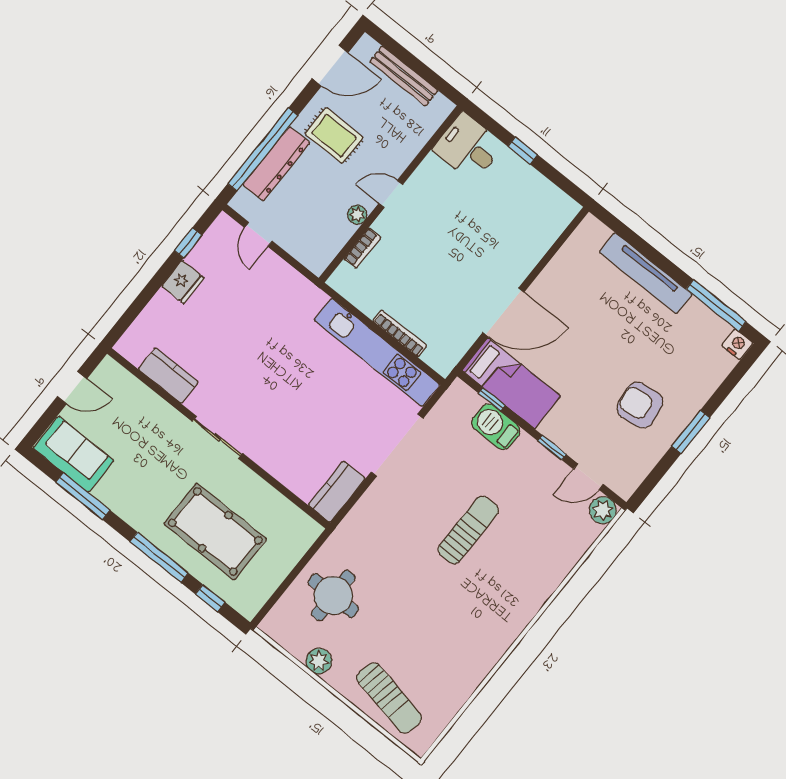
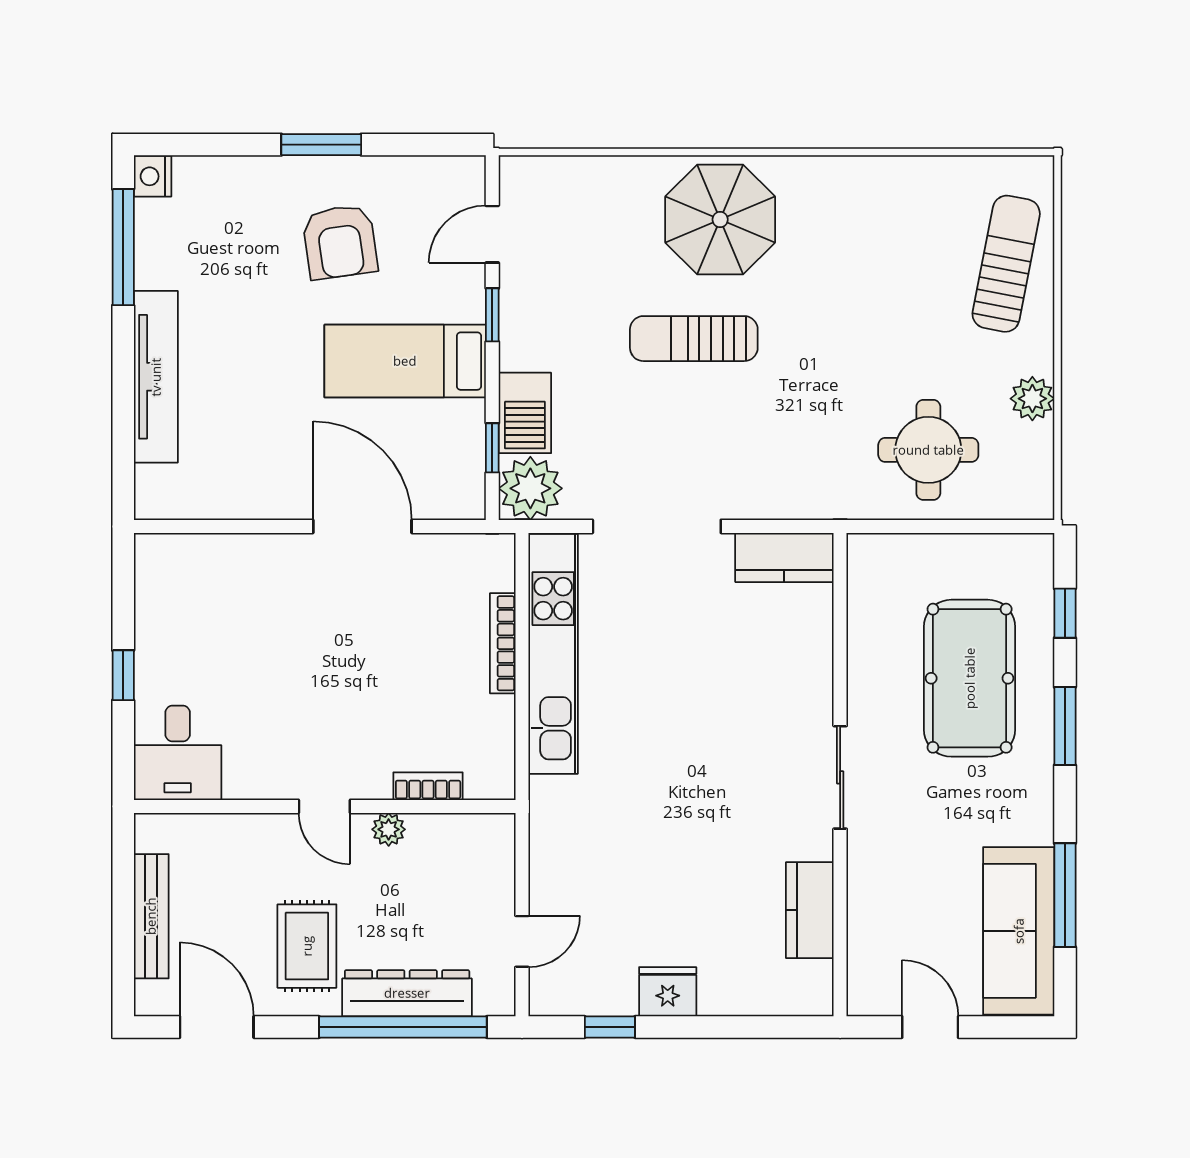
bed: (511, 383) -> (405, 361), moved, turned -90
sofa: (73, 454) -> (1019, 931), width x1.36
door: (588, 477) -> (492, 234), swing flipped
plant: (603, 510) -> (530, 488), moved, width x1.36, depth x1.36
window: (159, 557) -> (1065, 726), width x0.69
parasol: (513, 585) -> (720, 220), added

